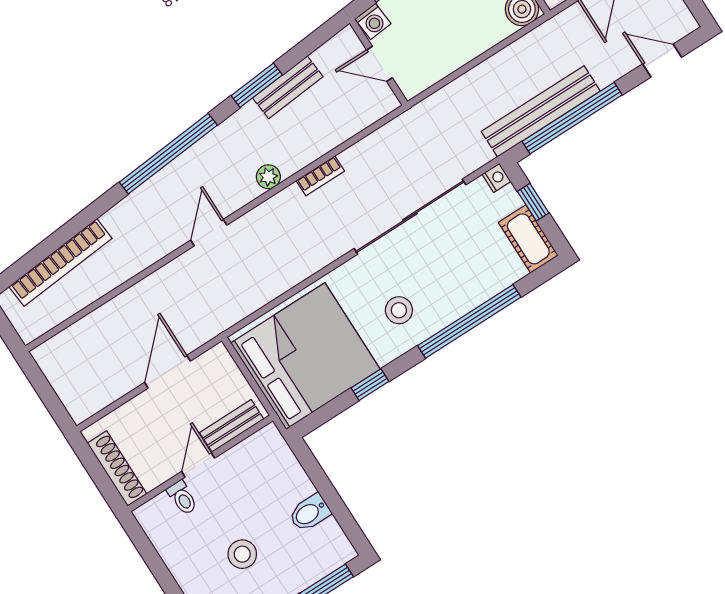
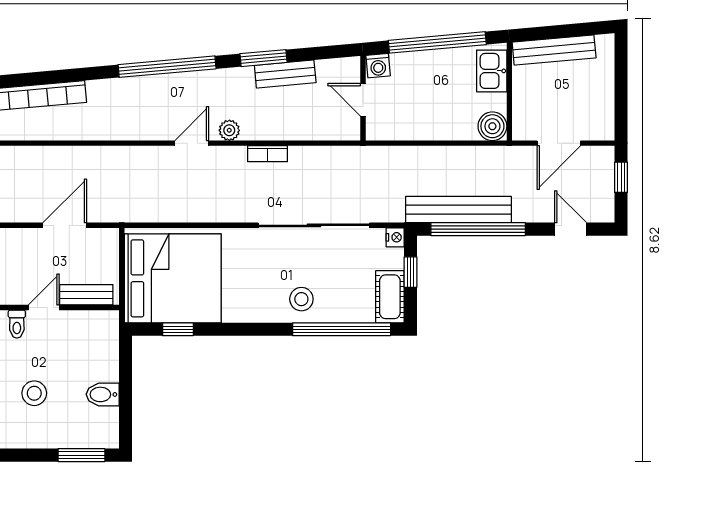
door: (209, 233) -> (192, 143), moved
stool: (399, 310) -> (301, 299), moved
window: (469, 321) -> (342, 329), moved
window: (370, 385) -> (178, 329), moved

